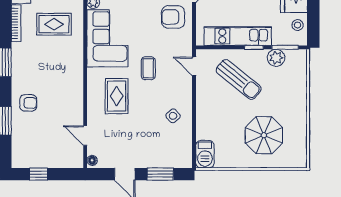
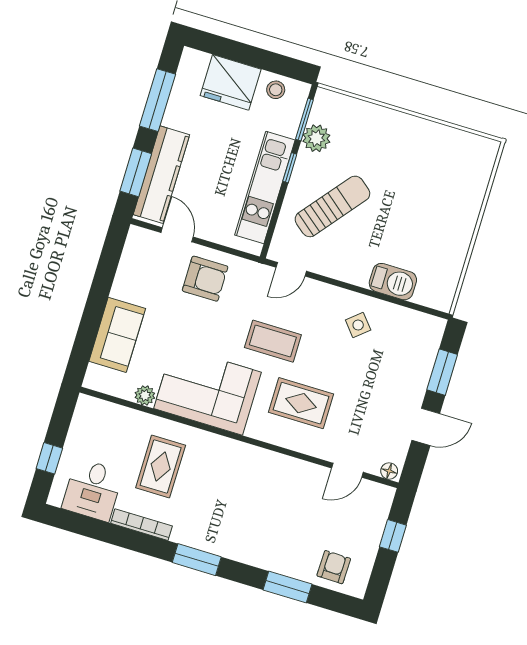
armchair: (173, 17) -> (205, 279), turned -90
coffee table: (148, 68) -> (273, 341), width x1.36, depth x1.30
armchair: (28, 103) -> (334, 567), moved
parasol: (264, 135) -> (431, 193), removed
barbecue: (205, 154) -> (393, 282), moved
window: (39, 174) -> (393, 536), moved

